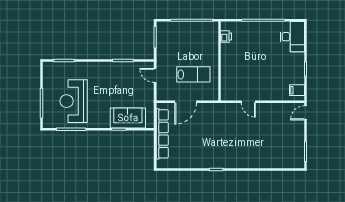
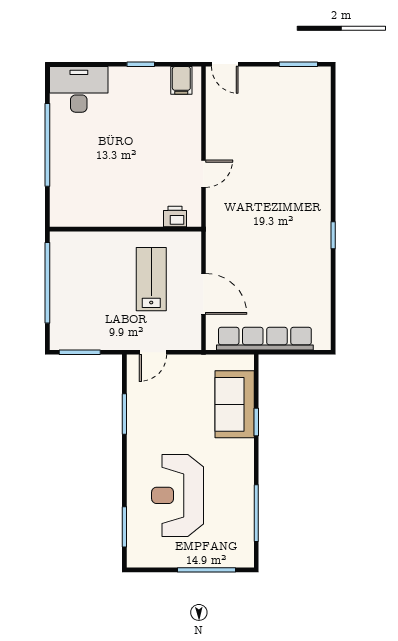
printer: (226, 37) -> (175, 217), moved
reception desk: (74, 101) -> (178, 495), moved, turned 90

